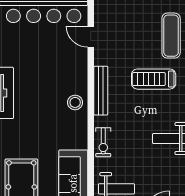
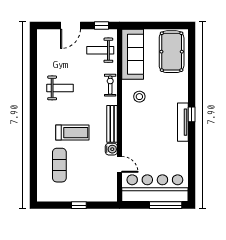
water cooler: (102, 57) -> (111, 149), added
stool: (75, 102) -> (139, 97), moved

